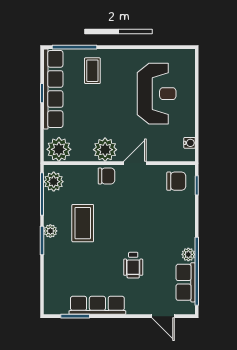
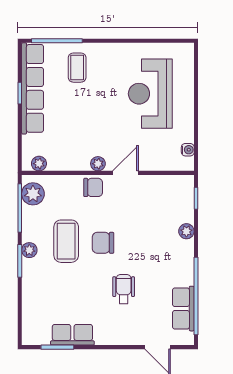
reception desk: (157, 94) -> (150, 94), turned 180
plant: (59, 149) -> (39, 164), width x0.53, depth x0.53
plant: (105, 150) -> (98, 164), width x0.53, depth x0.53
chair: (176, 181) -> (103, 243), moved, turned 180
plant: (188, 254) -> (186, 231), moved
wheelchair: (133, 265) -> (124, 289), turned 180
row of seats: (97, 305) -> (72, 335), width x0.68

